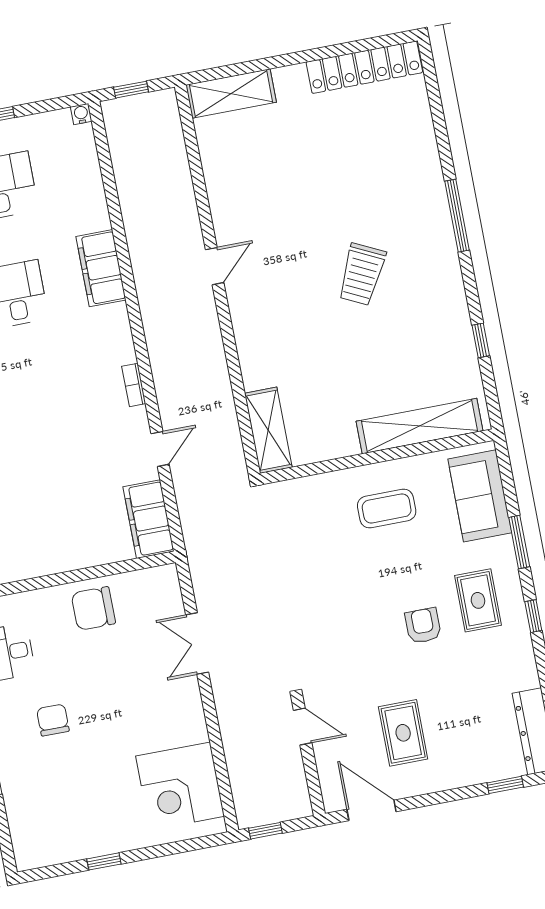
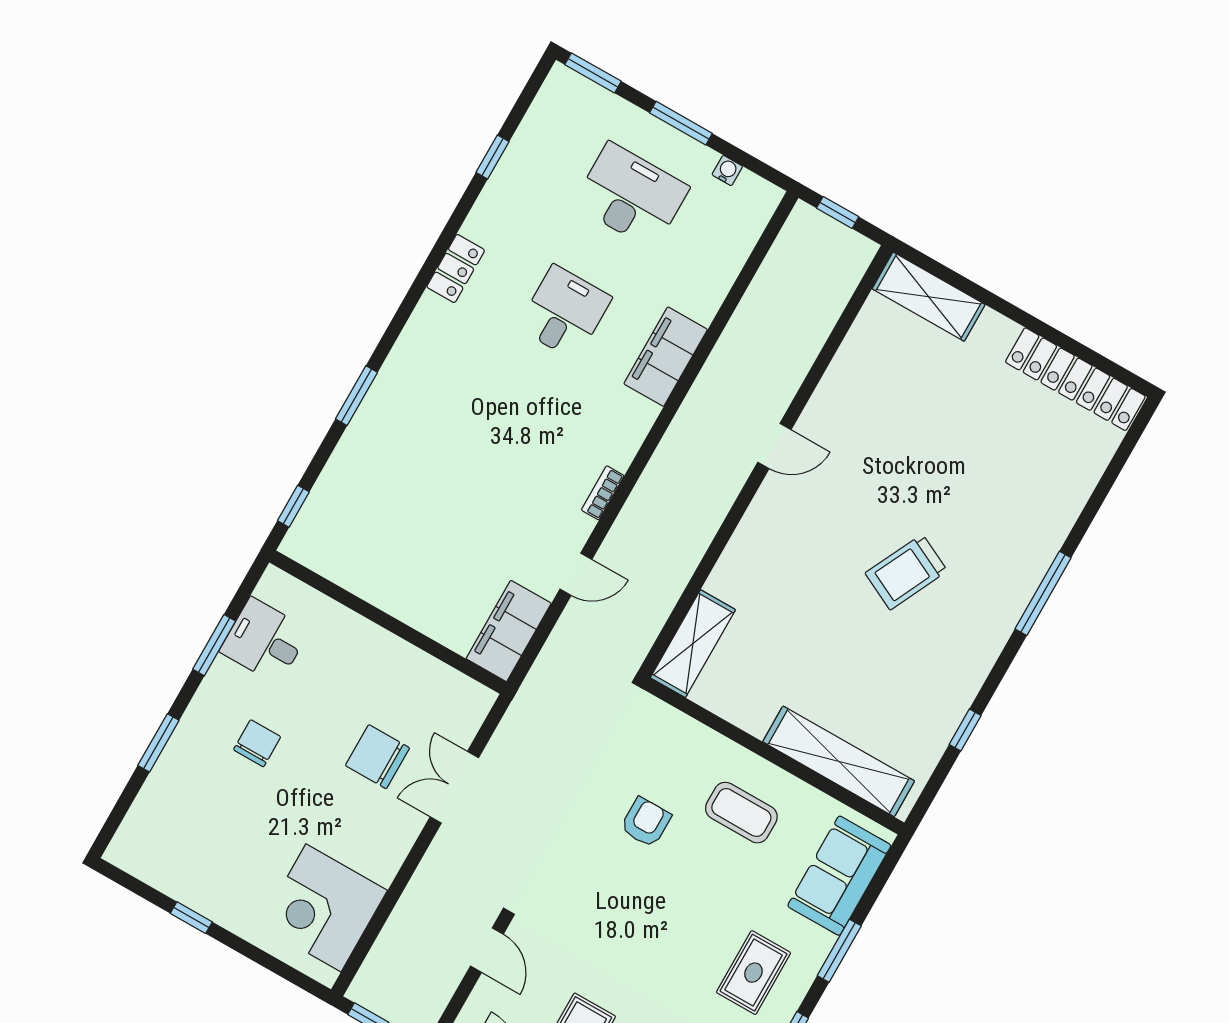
water cooler: (81, 114) -> (727, 170), moved
chair: (93, 608) -> (378, 757), moved
armchair: (423, 626) -> (646, 822), moved

